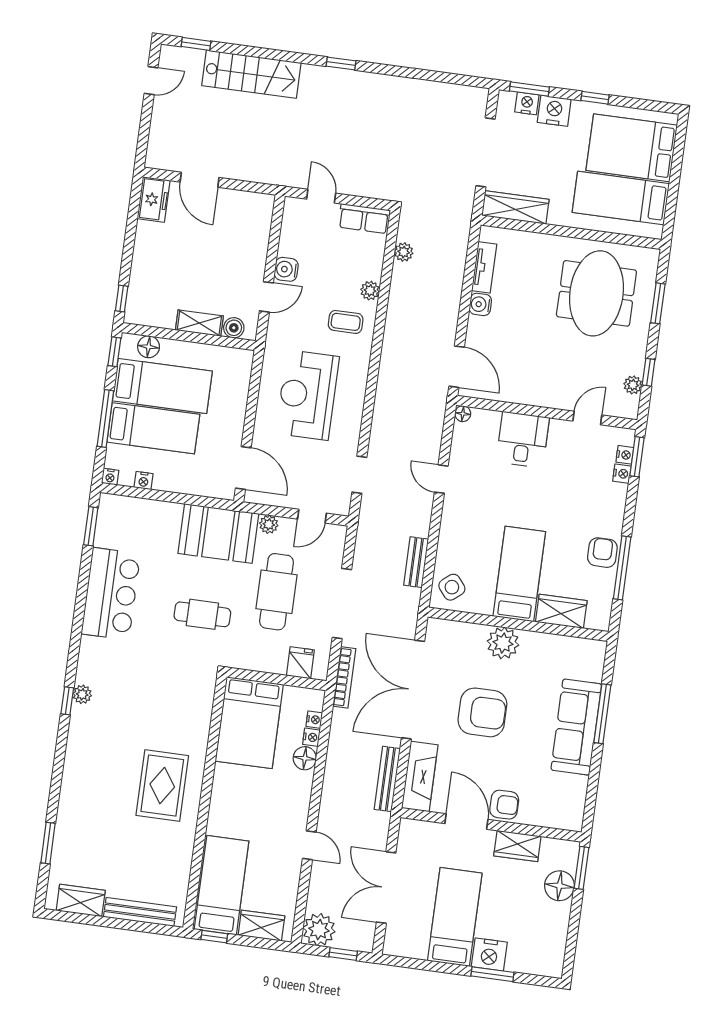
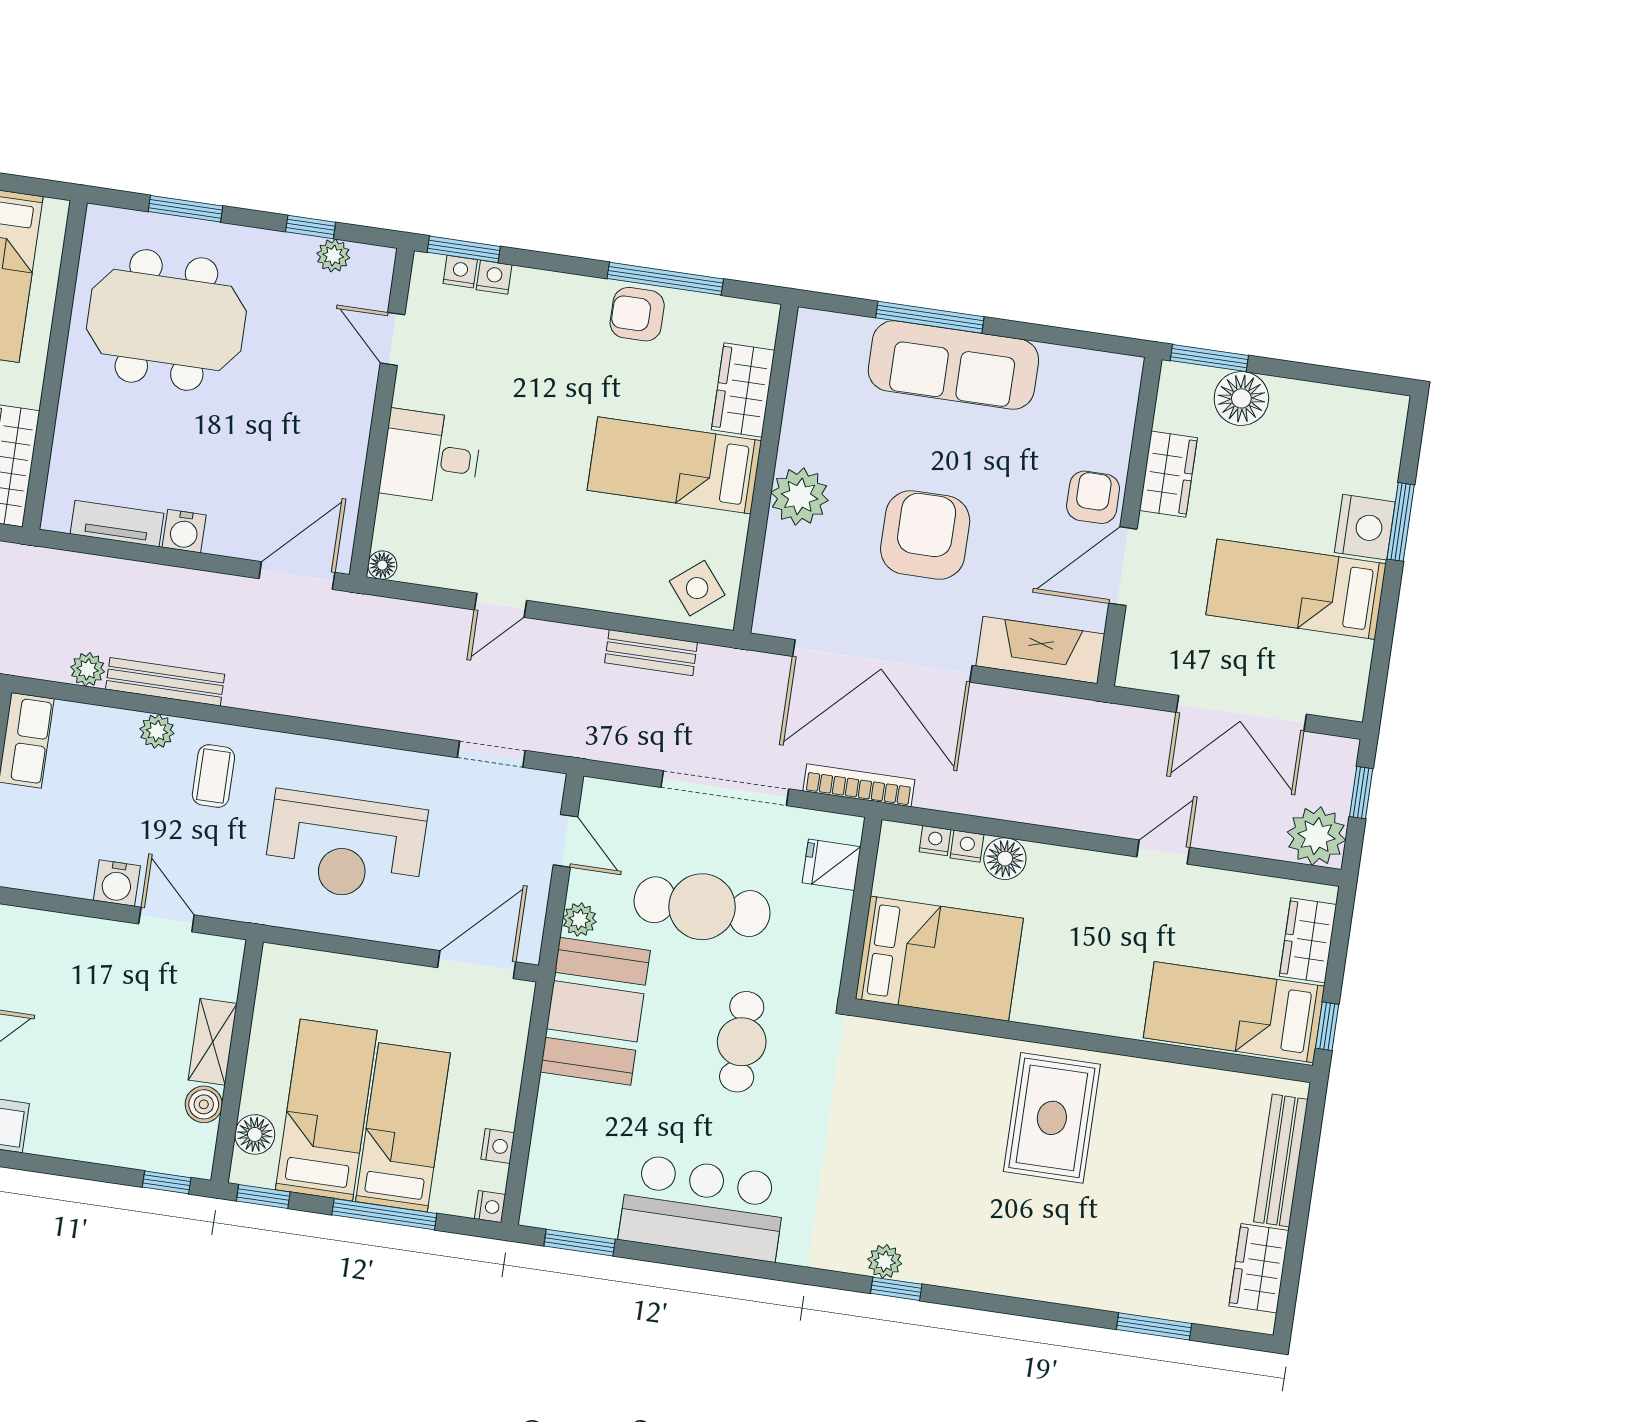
boiler: (234, 328) -> (204, 1104), moved
bench: (387, 779) -> (165, 682), moved
rug: (162, 786) -> (1052, 1118), turned 90

